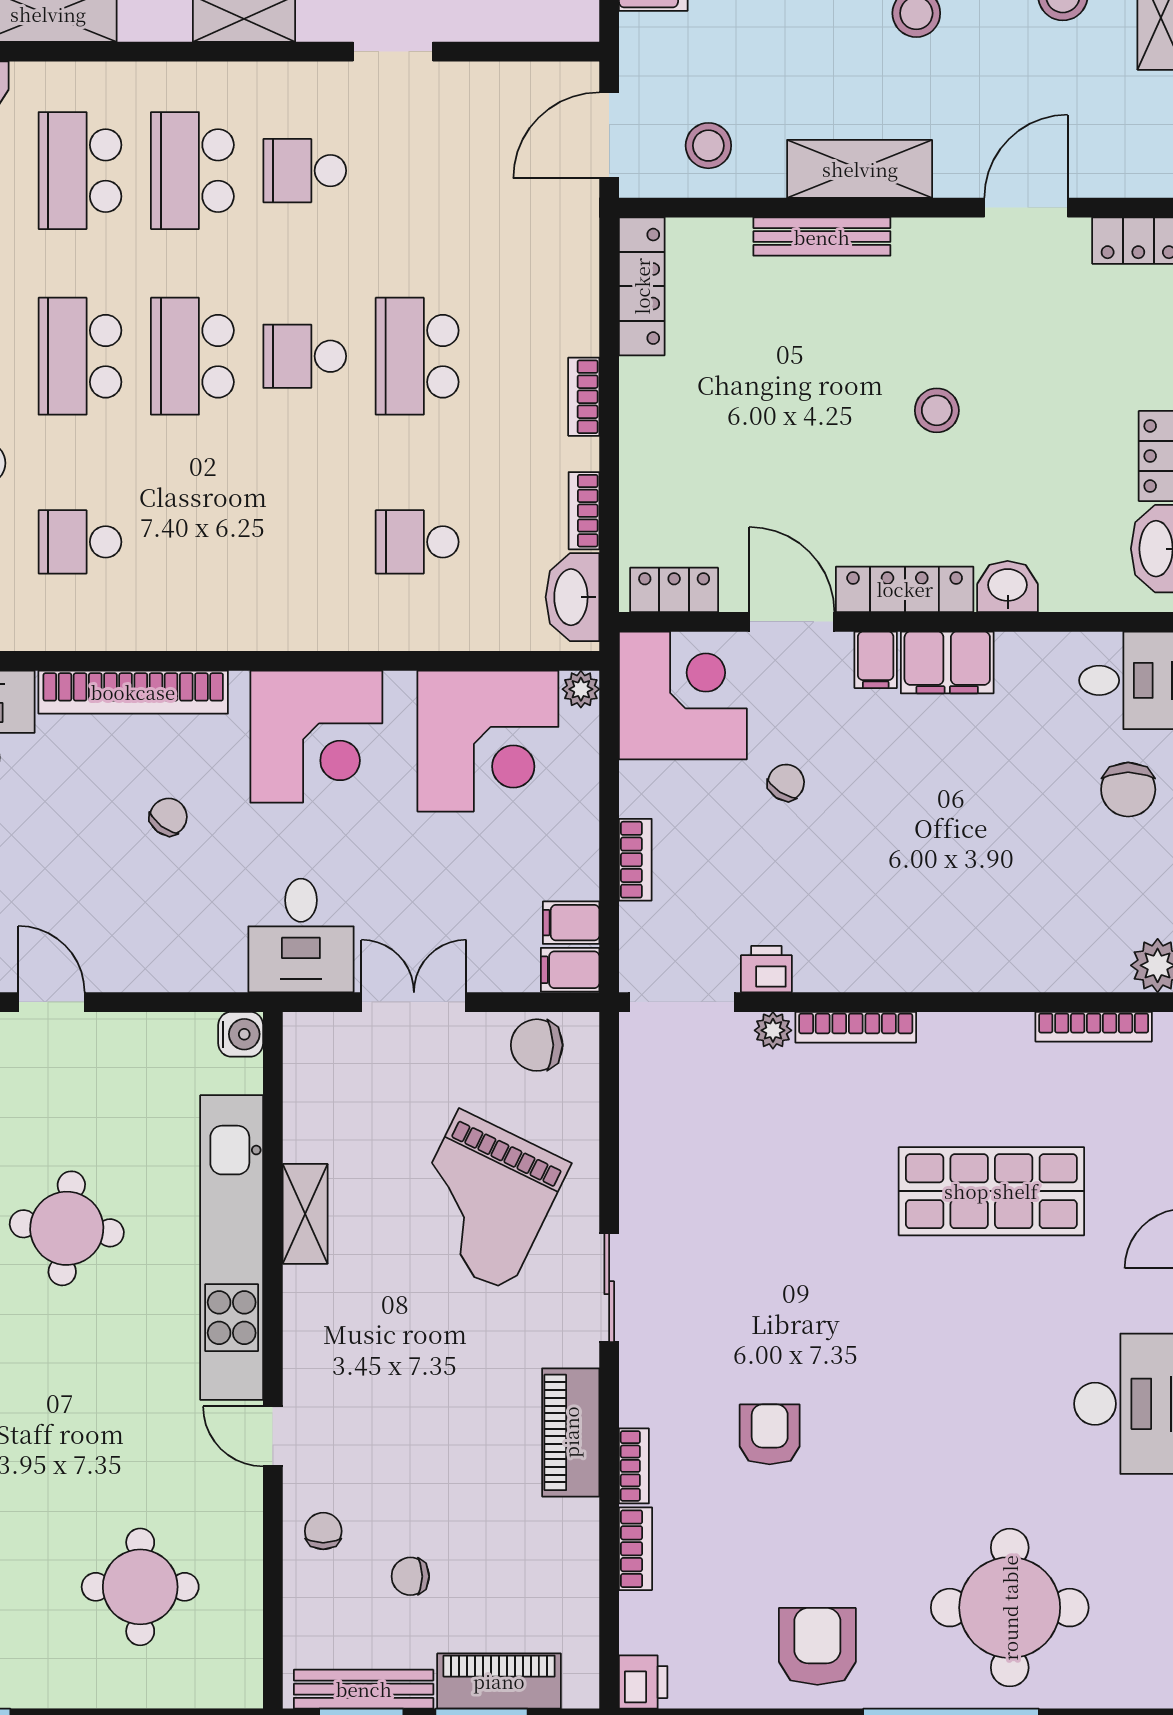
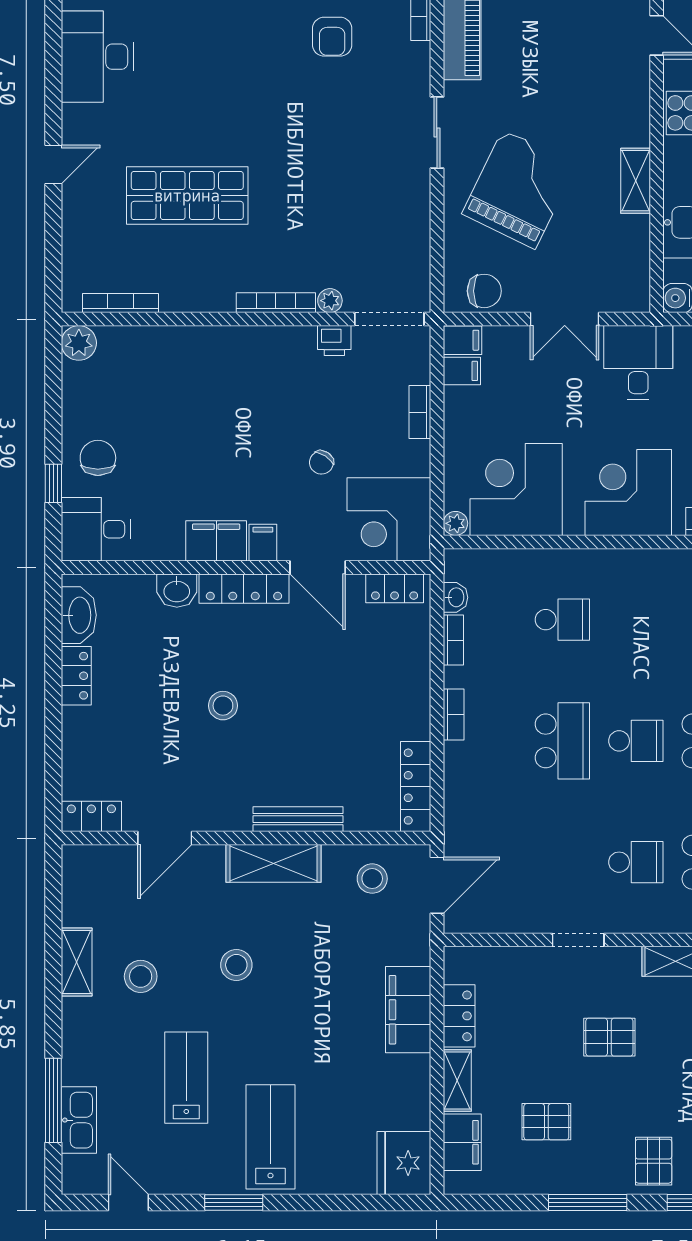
washbasin: (573, 597) -> (455, 597), width x0.52, depth x0.69

